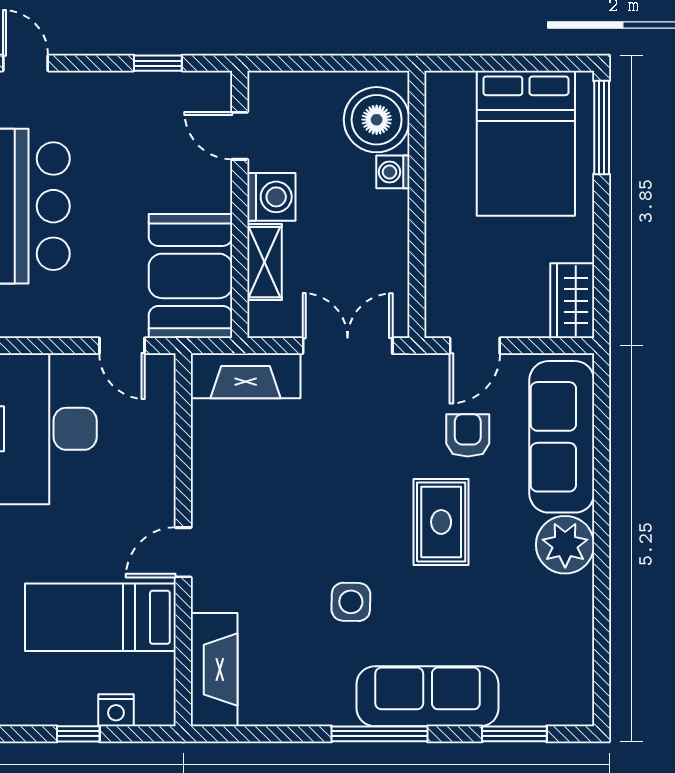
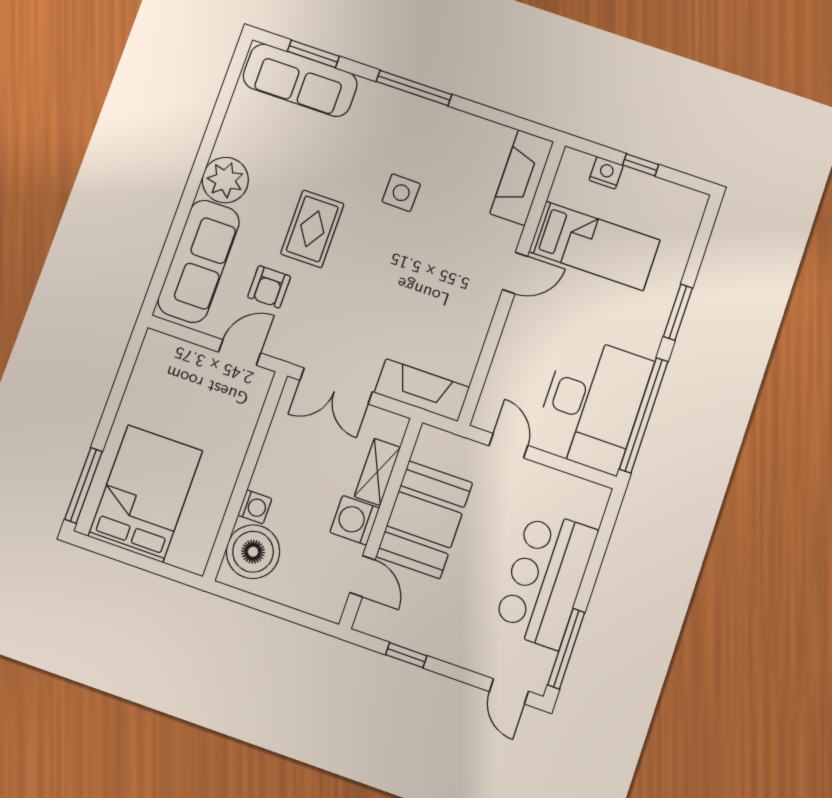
booth: (190, 276) -> (424, 520), moved
wardrobe: (572, 301) -> (154, 361), removed
sofa: (428, 696) -> (300, 80), moved

